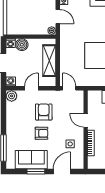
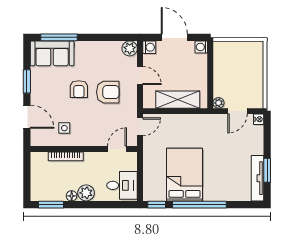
boiler: (22, 45) -> (199, 62), removed
door: (86, 120) -> (117, 149), moved
sofa: (31, 160) -> (52, 53), moved, turned 90

